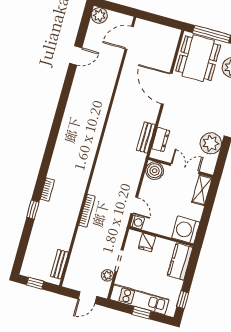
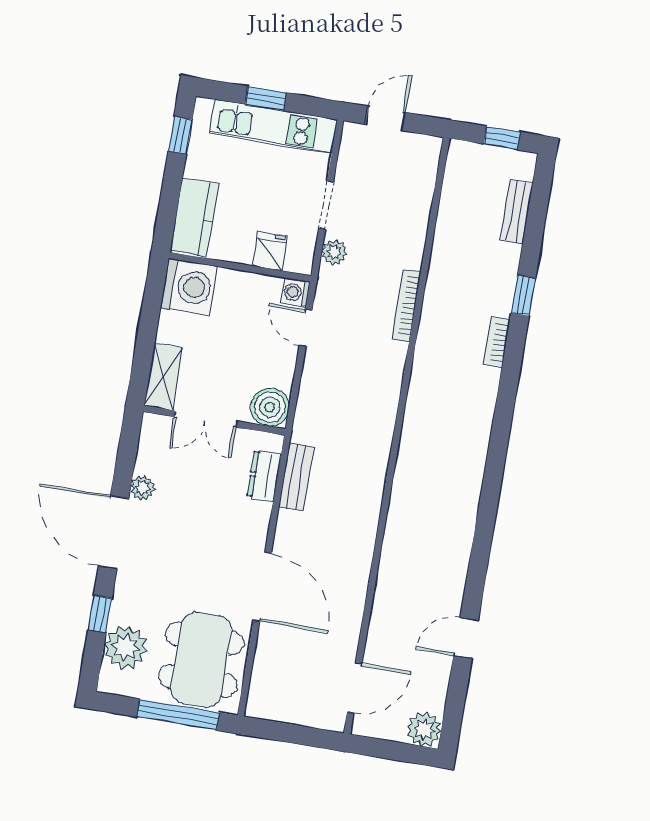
plant: (211, 143) -> (143, 488), width x0.53, depth x0.53
bench: (59, 264) -> (516, 212), moved
plant: (107, 275) -> (334, 252), moved

